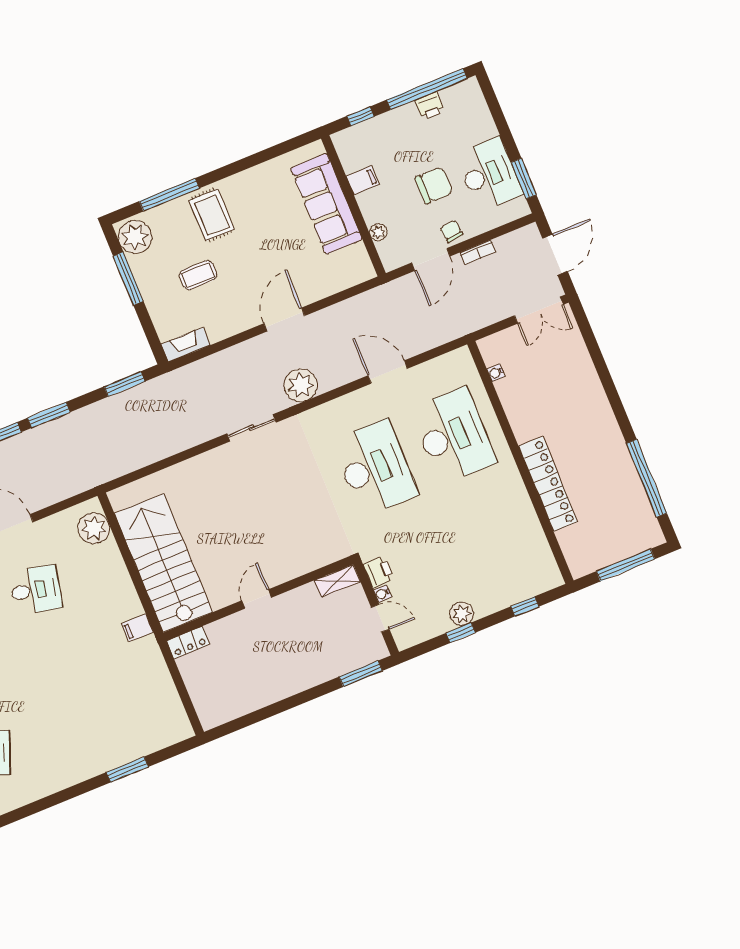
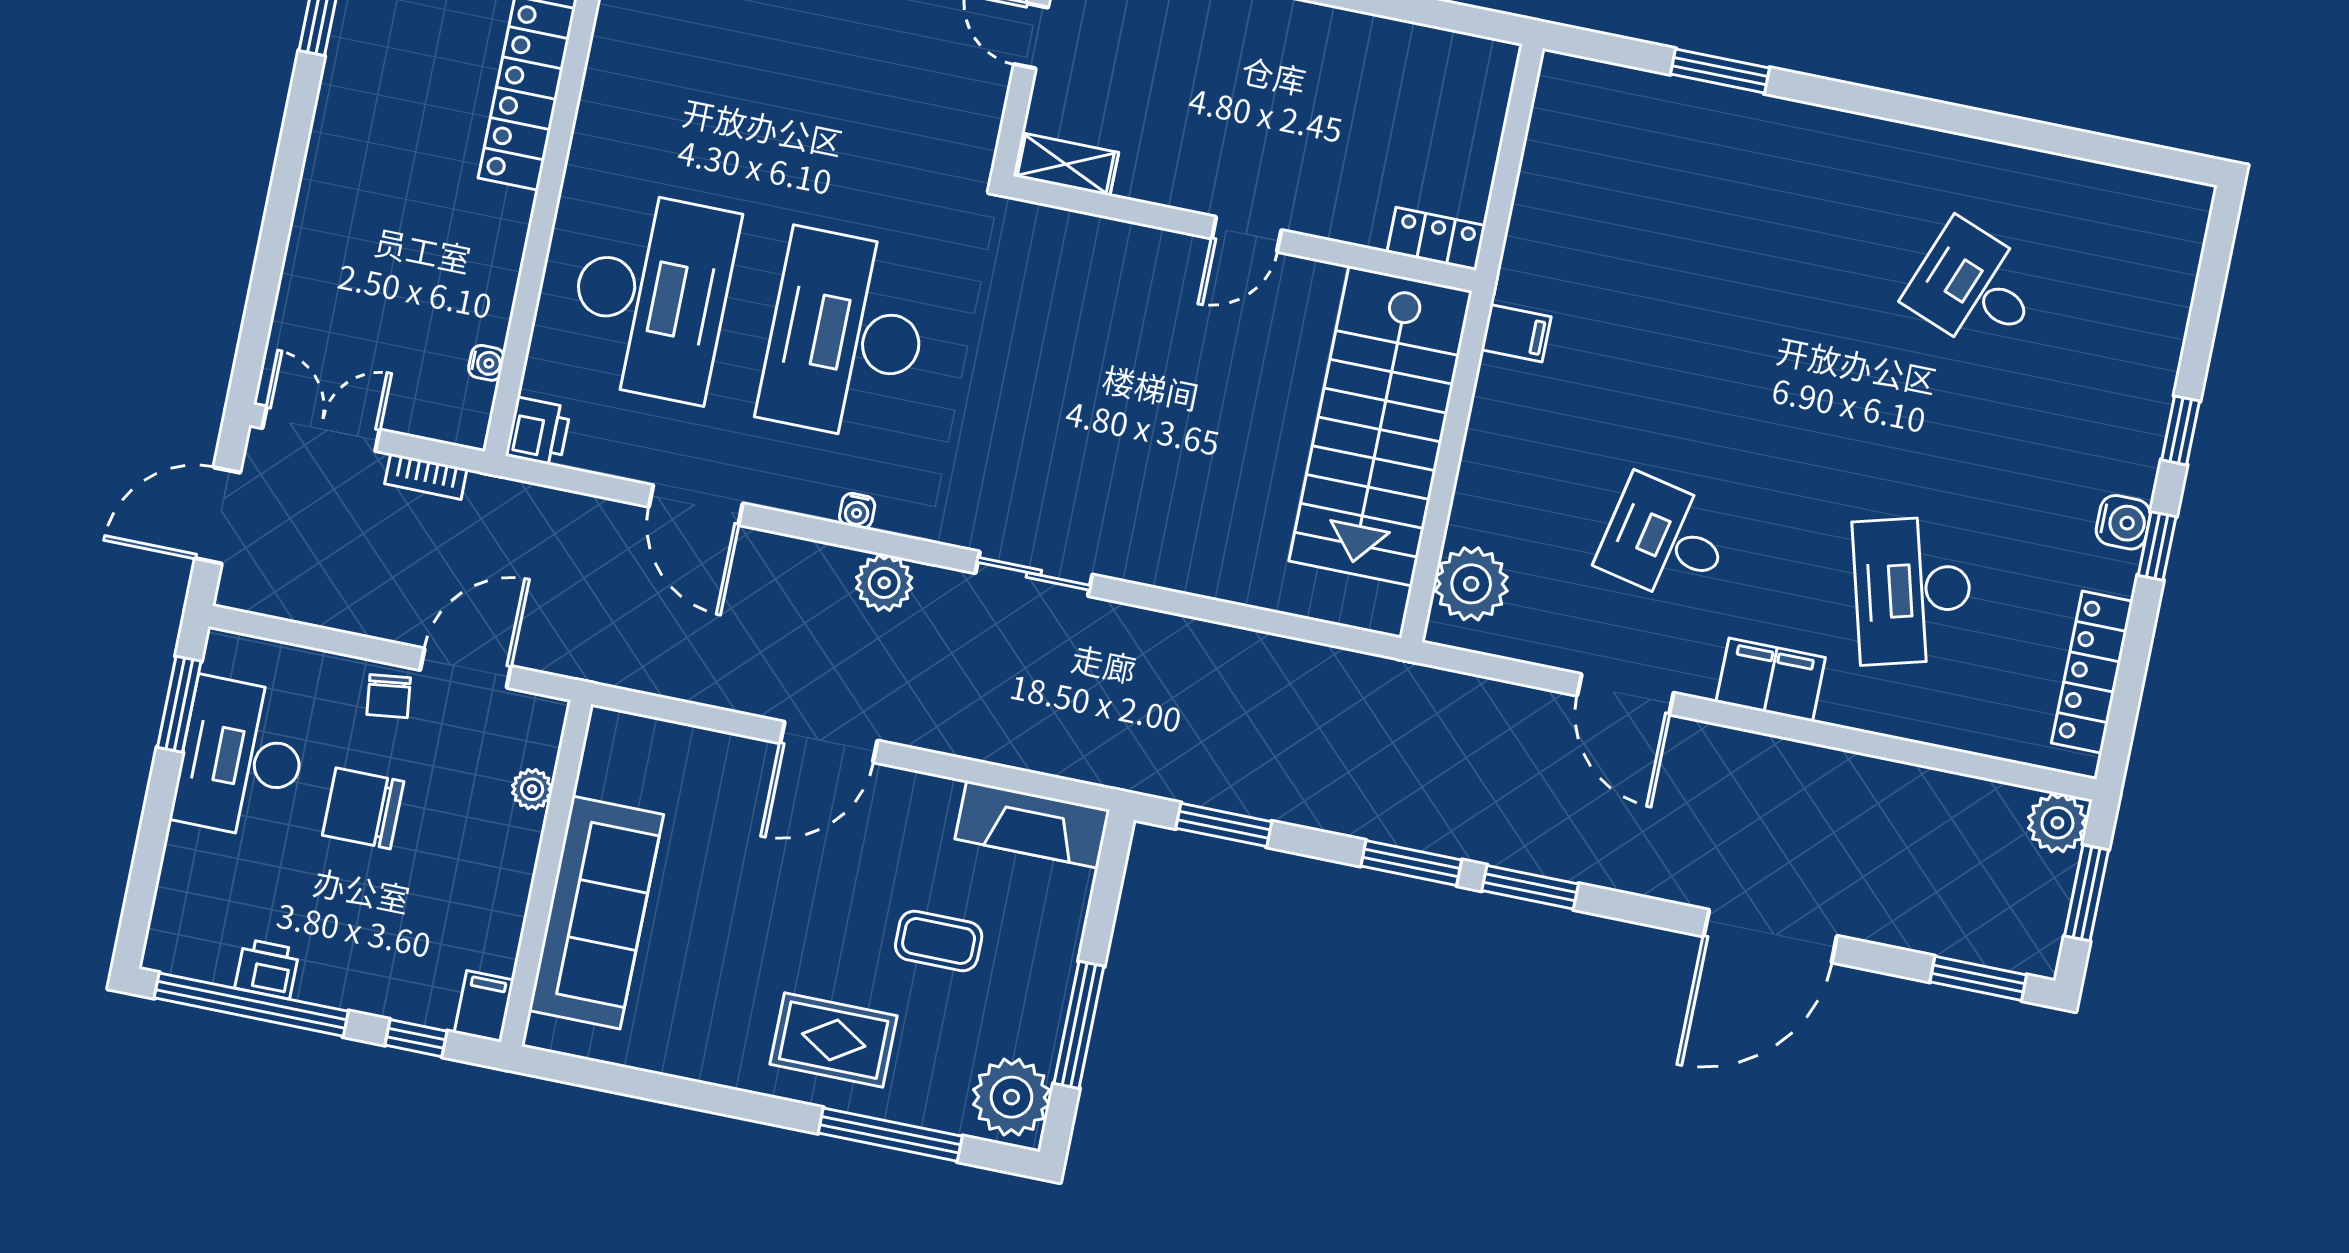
filing cabinet: (362, 180) -> (484, 1006), moved, turned 90
rug: (212, 215) -> (834, 1040), turned 90
bookcase: (478, 252) -> (426, 476), moved, turned 180
fireplace: (186, 345) -> (1032, 824), width x1.37, depth x1.32
plant: (301, 385) -> (884, 583), width x0.73, depth x0.73
desk: (453, 436) -> (651, 296), turned 180
printer: (379, 572) -> (538, 432), moved, turned 180
water cooler: (382, 594) -> (857, 511), moved, turned 90

